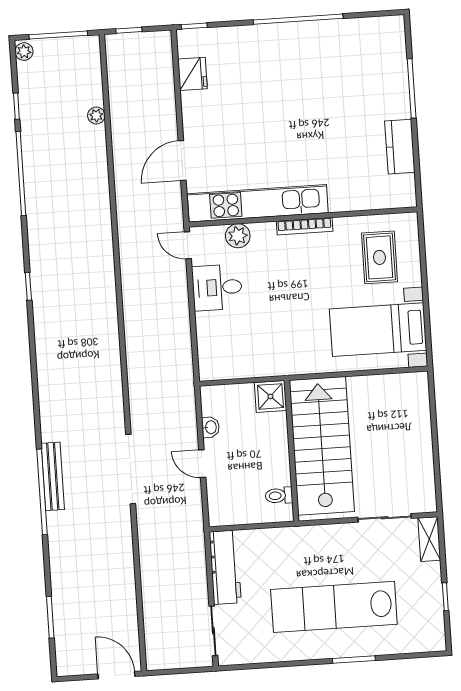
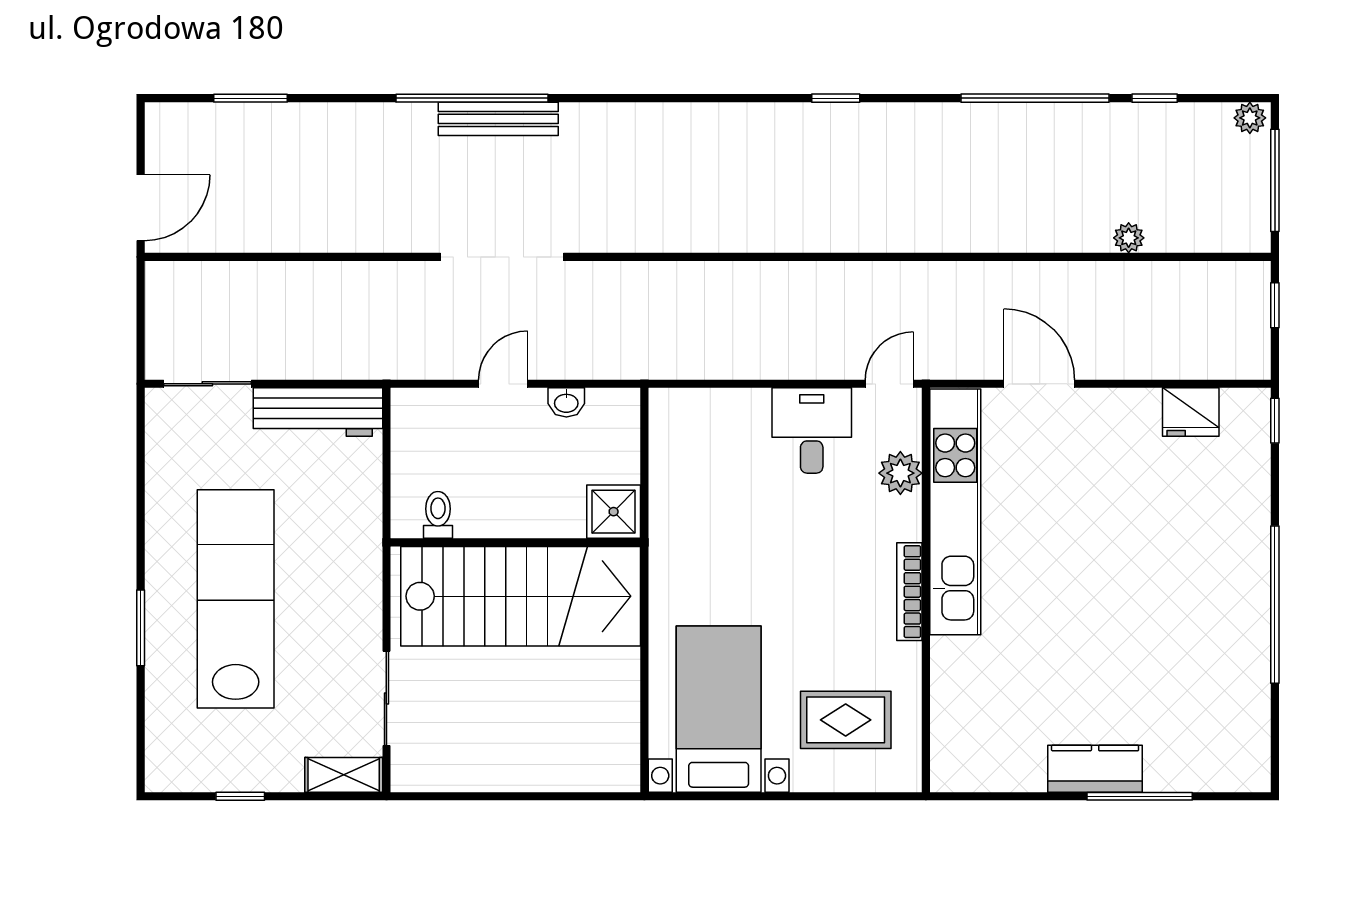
kitchen counter: (400, 147) -> (1095, 769), moved

